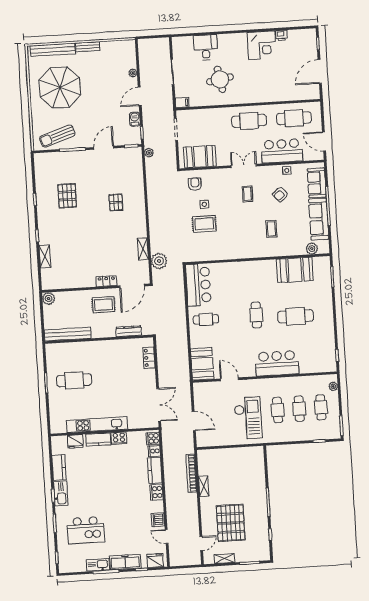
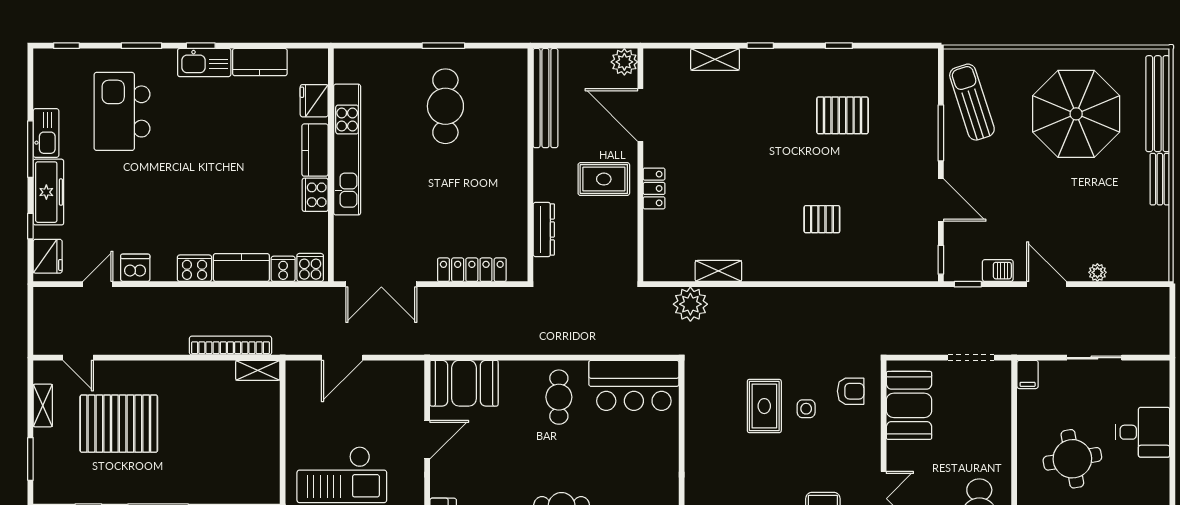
plant: (149, 153) -> (924, 297), removed
door: (132, 286) -> (640, 115), moved
rug: (103, 305) -> (604, 179), turned 90
locker: (149, 358) -> (472, 270), width x1.53
shelving: (204, 486) -> (258, 370), moved

